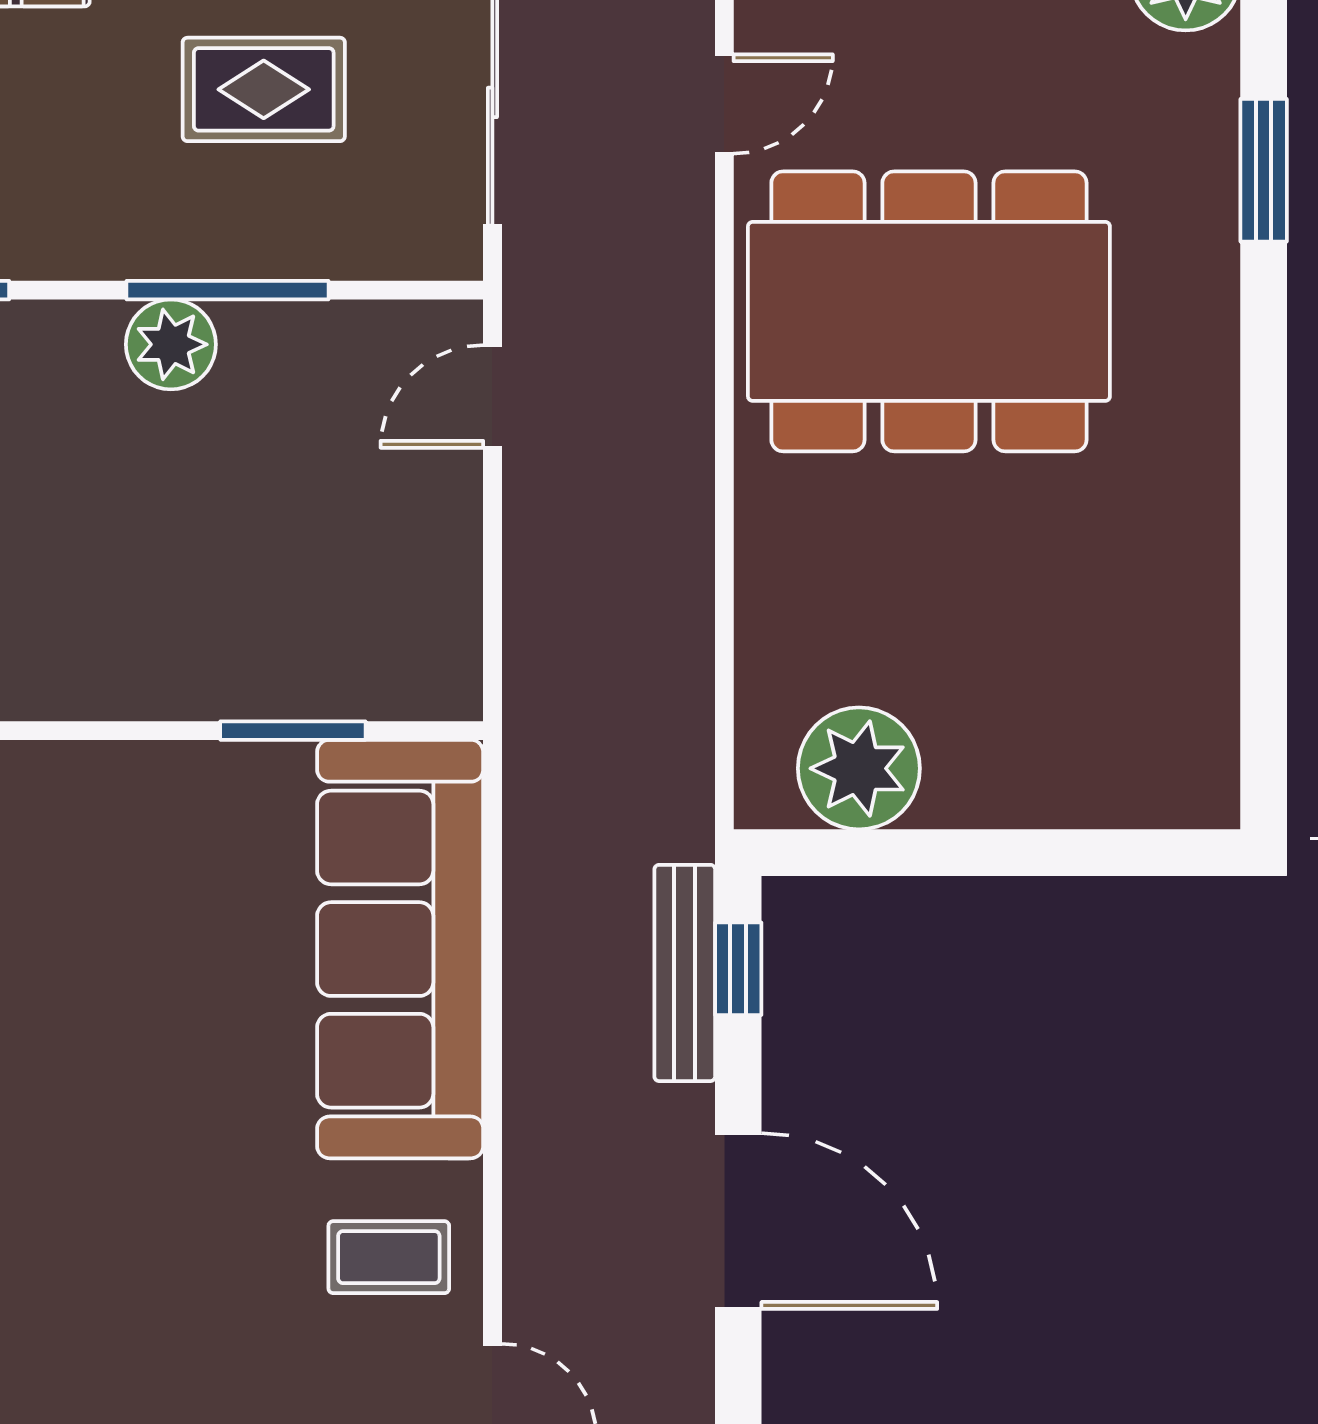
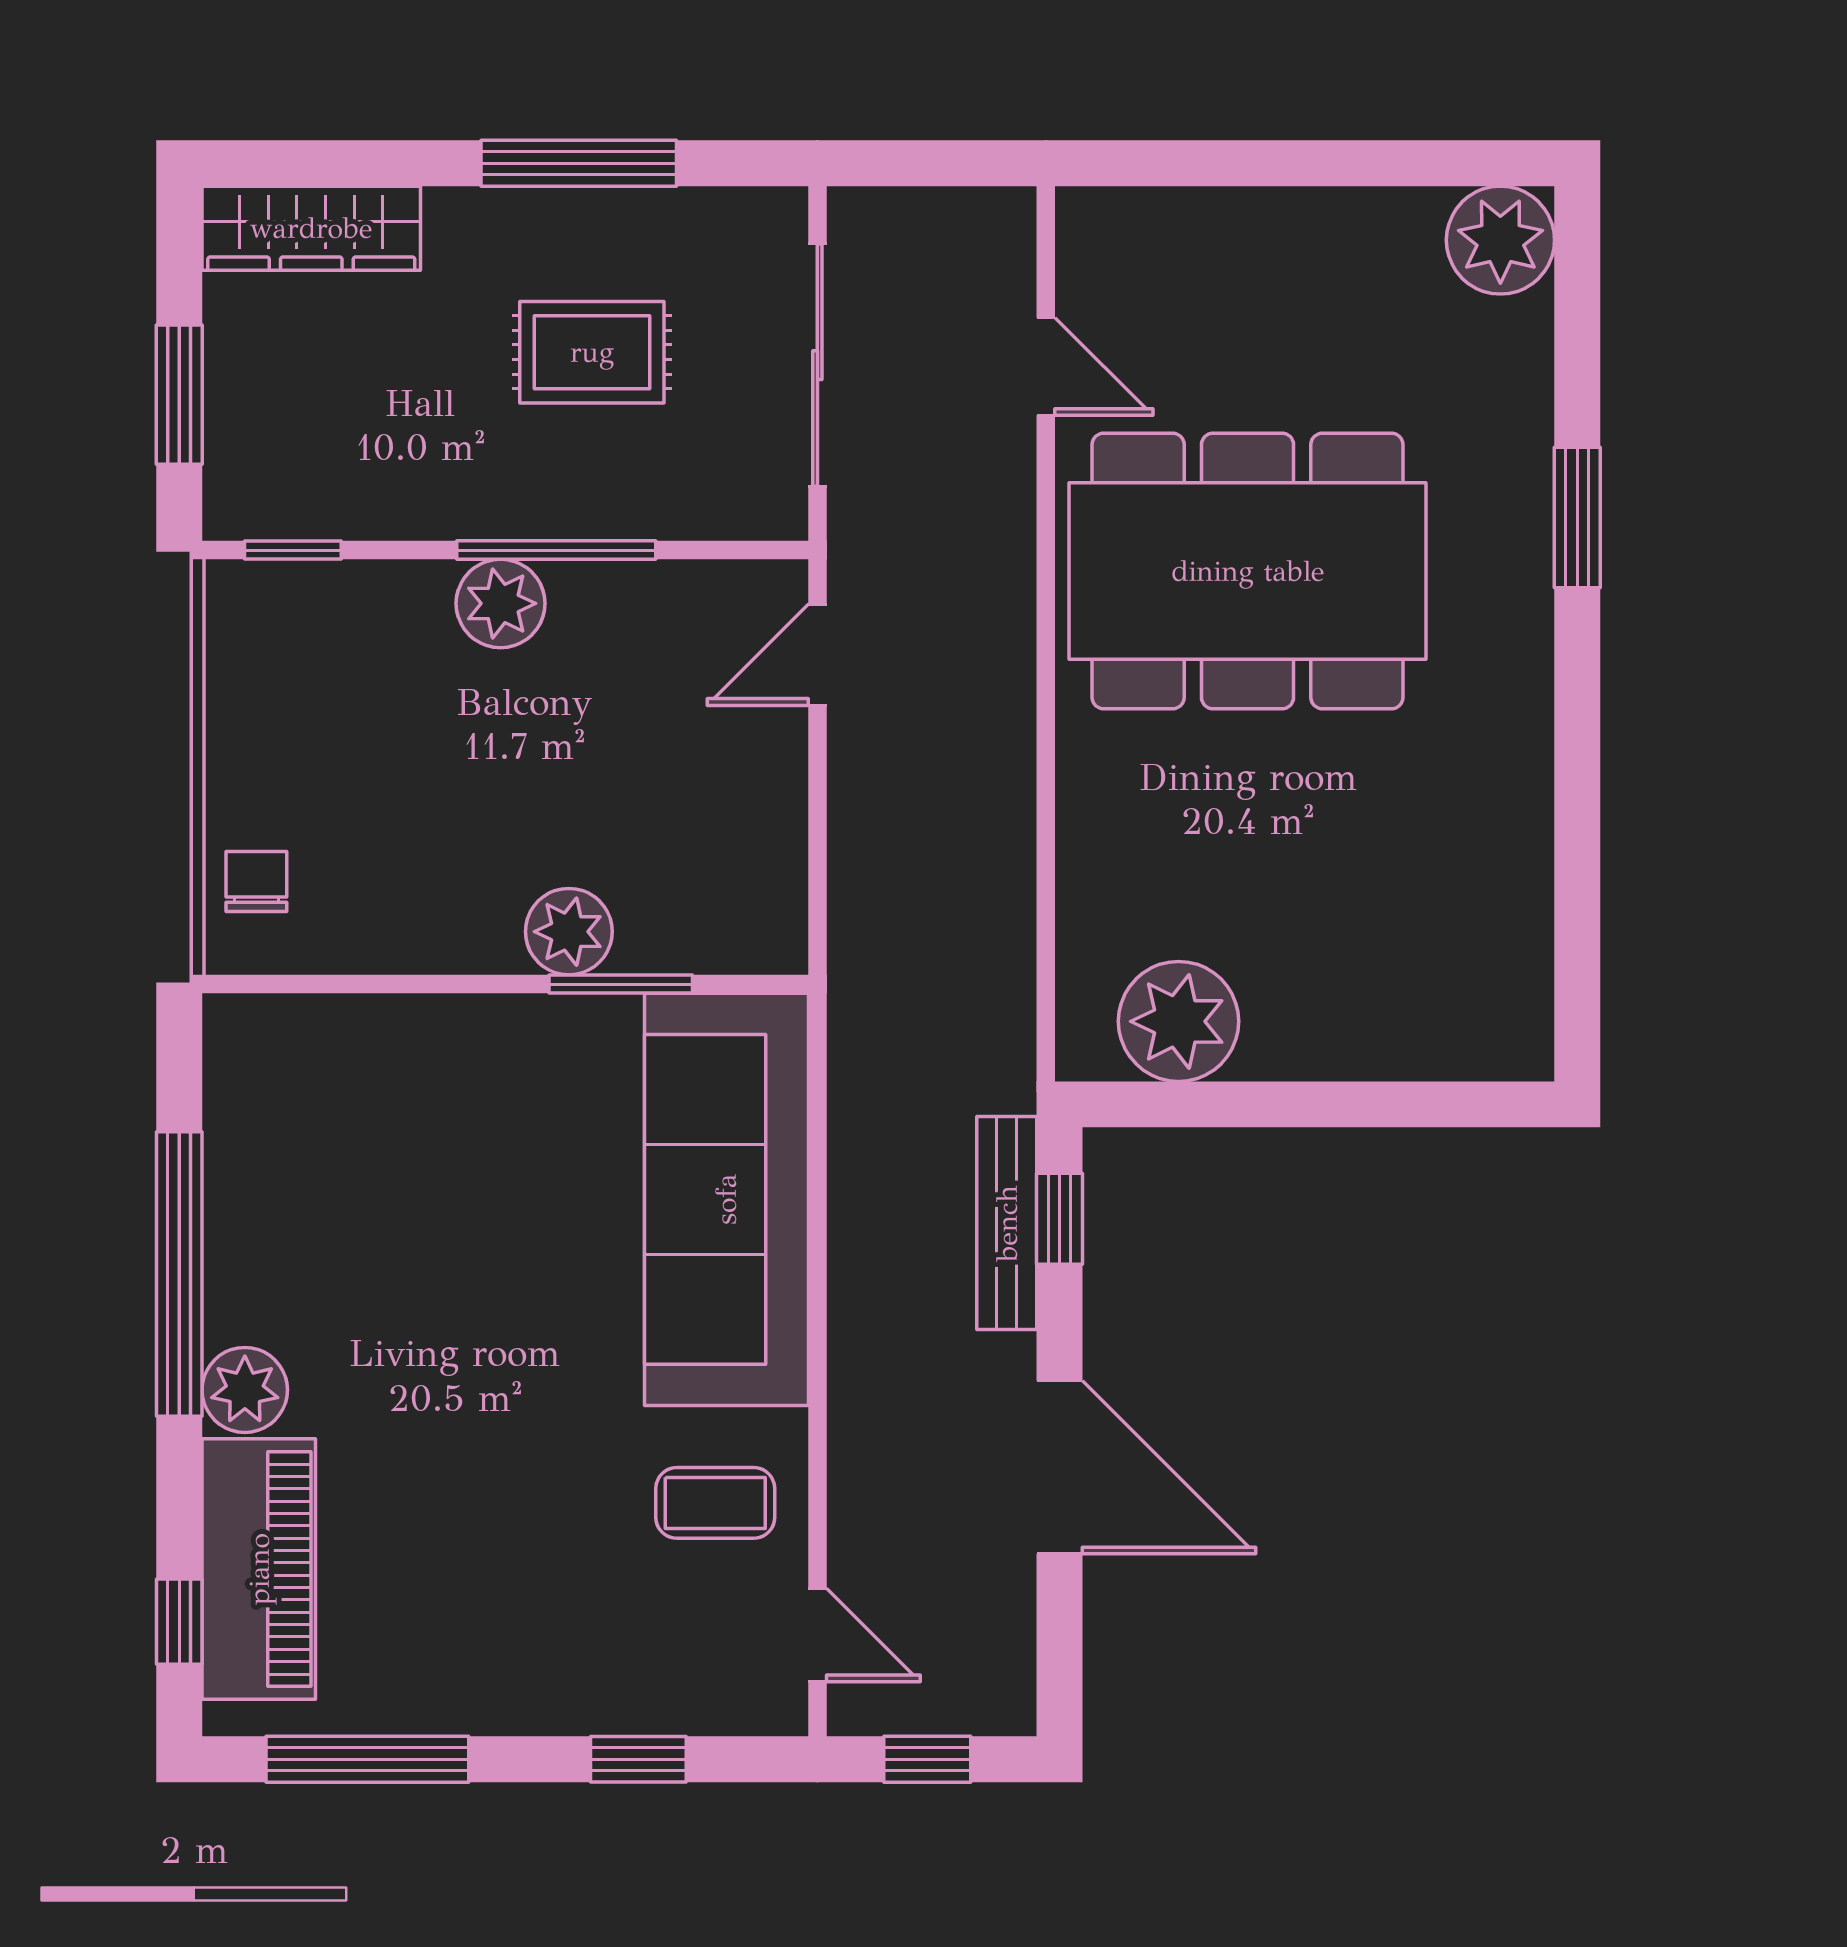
door: (724, 104) -> (1046, 367), hinge flipped
window: (1264, 170) -> (1577, 518), moved
plant: (240, 677) -> (569, 932), added

